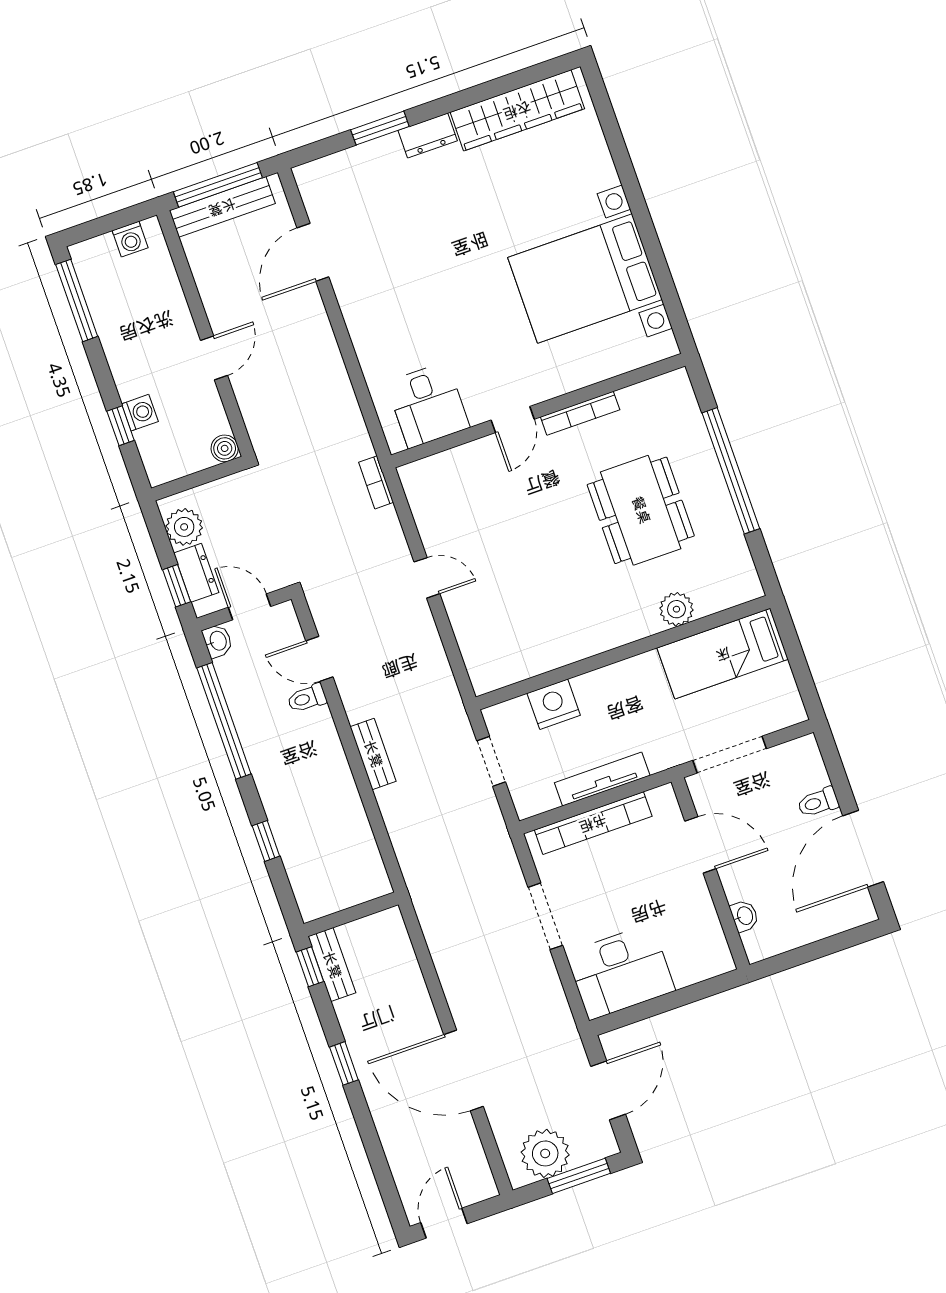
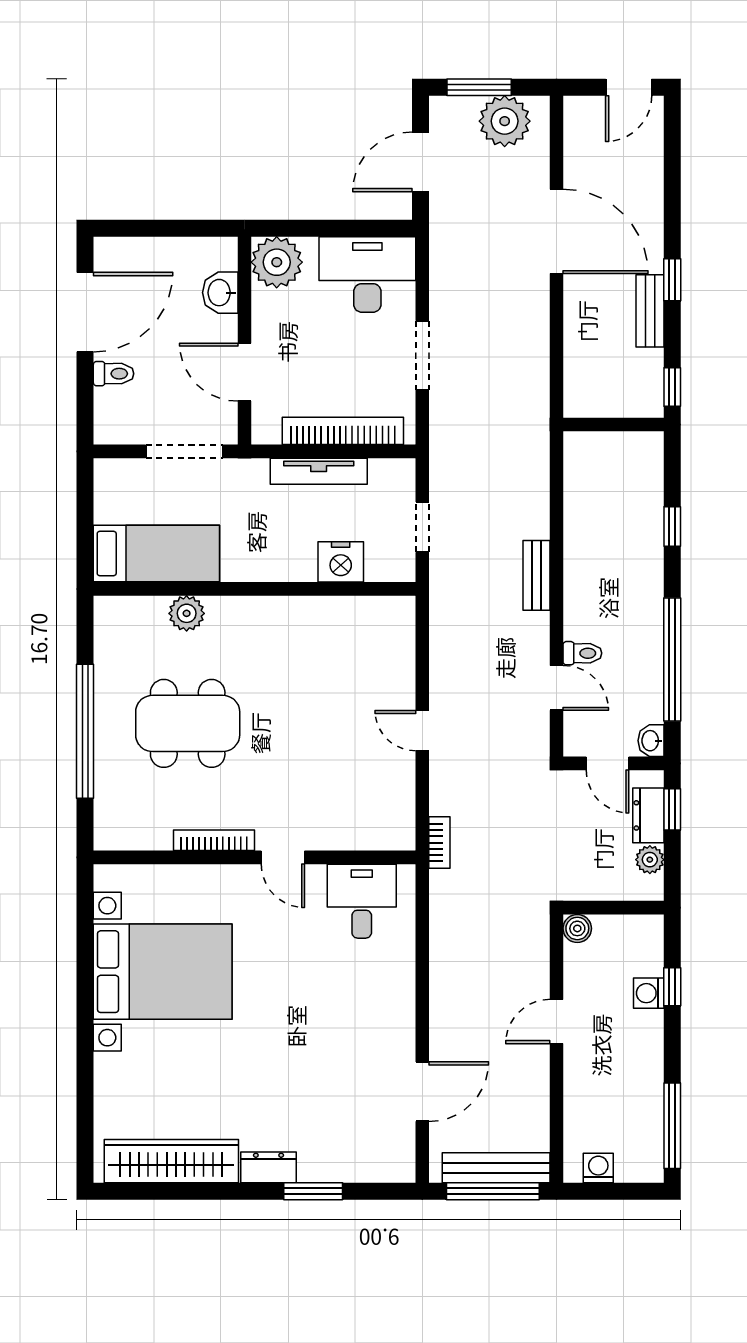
door: (513, 420) -> (283, 857), swing flipped
dining table: (641, 510) -> (188, 723), turned 90
plant: (184, 527) -> (650, 860), width x0.73, depth x0.73
washbasin: (744, 916) -> (220, 293), width x1.38, depth x1.45
plant: (706, 954) -> (277, 262), added
bench: (332, 965) -> (650, 311), moved

